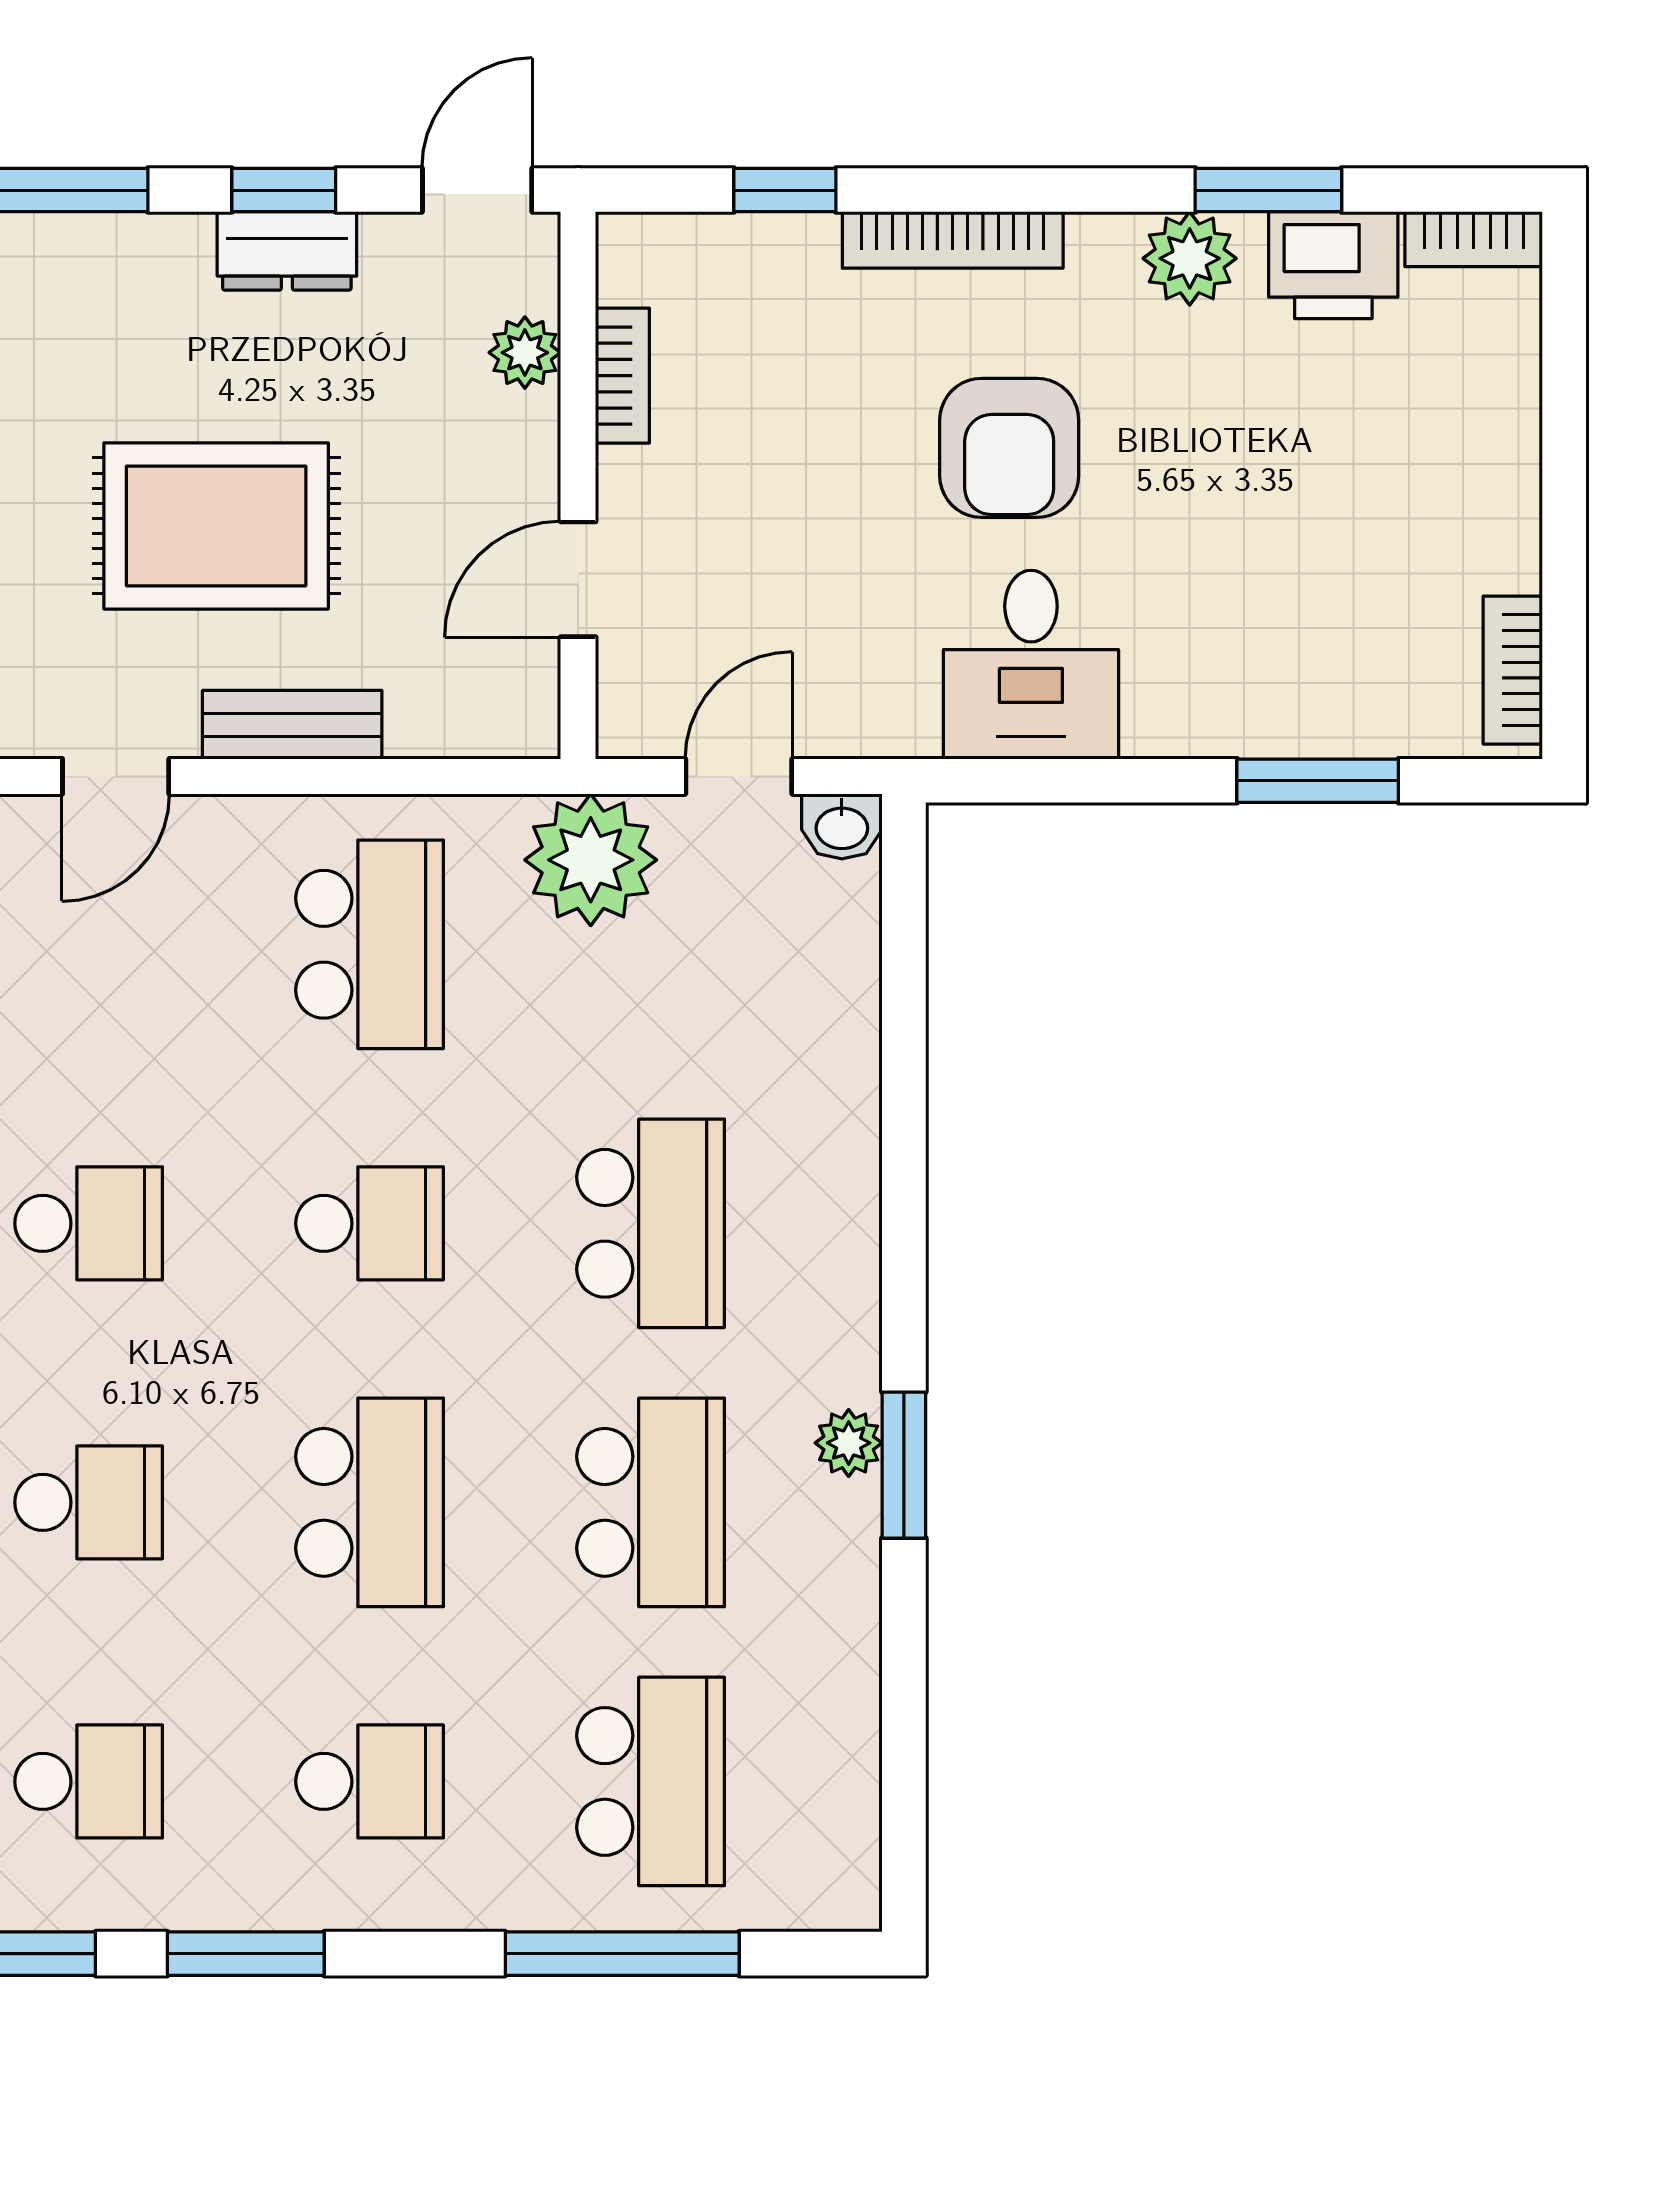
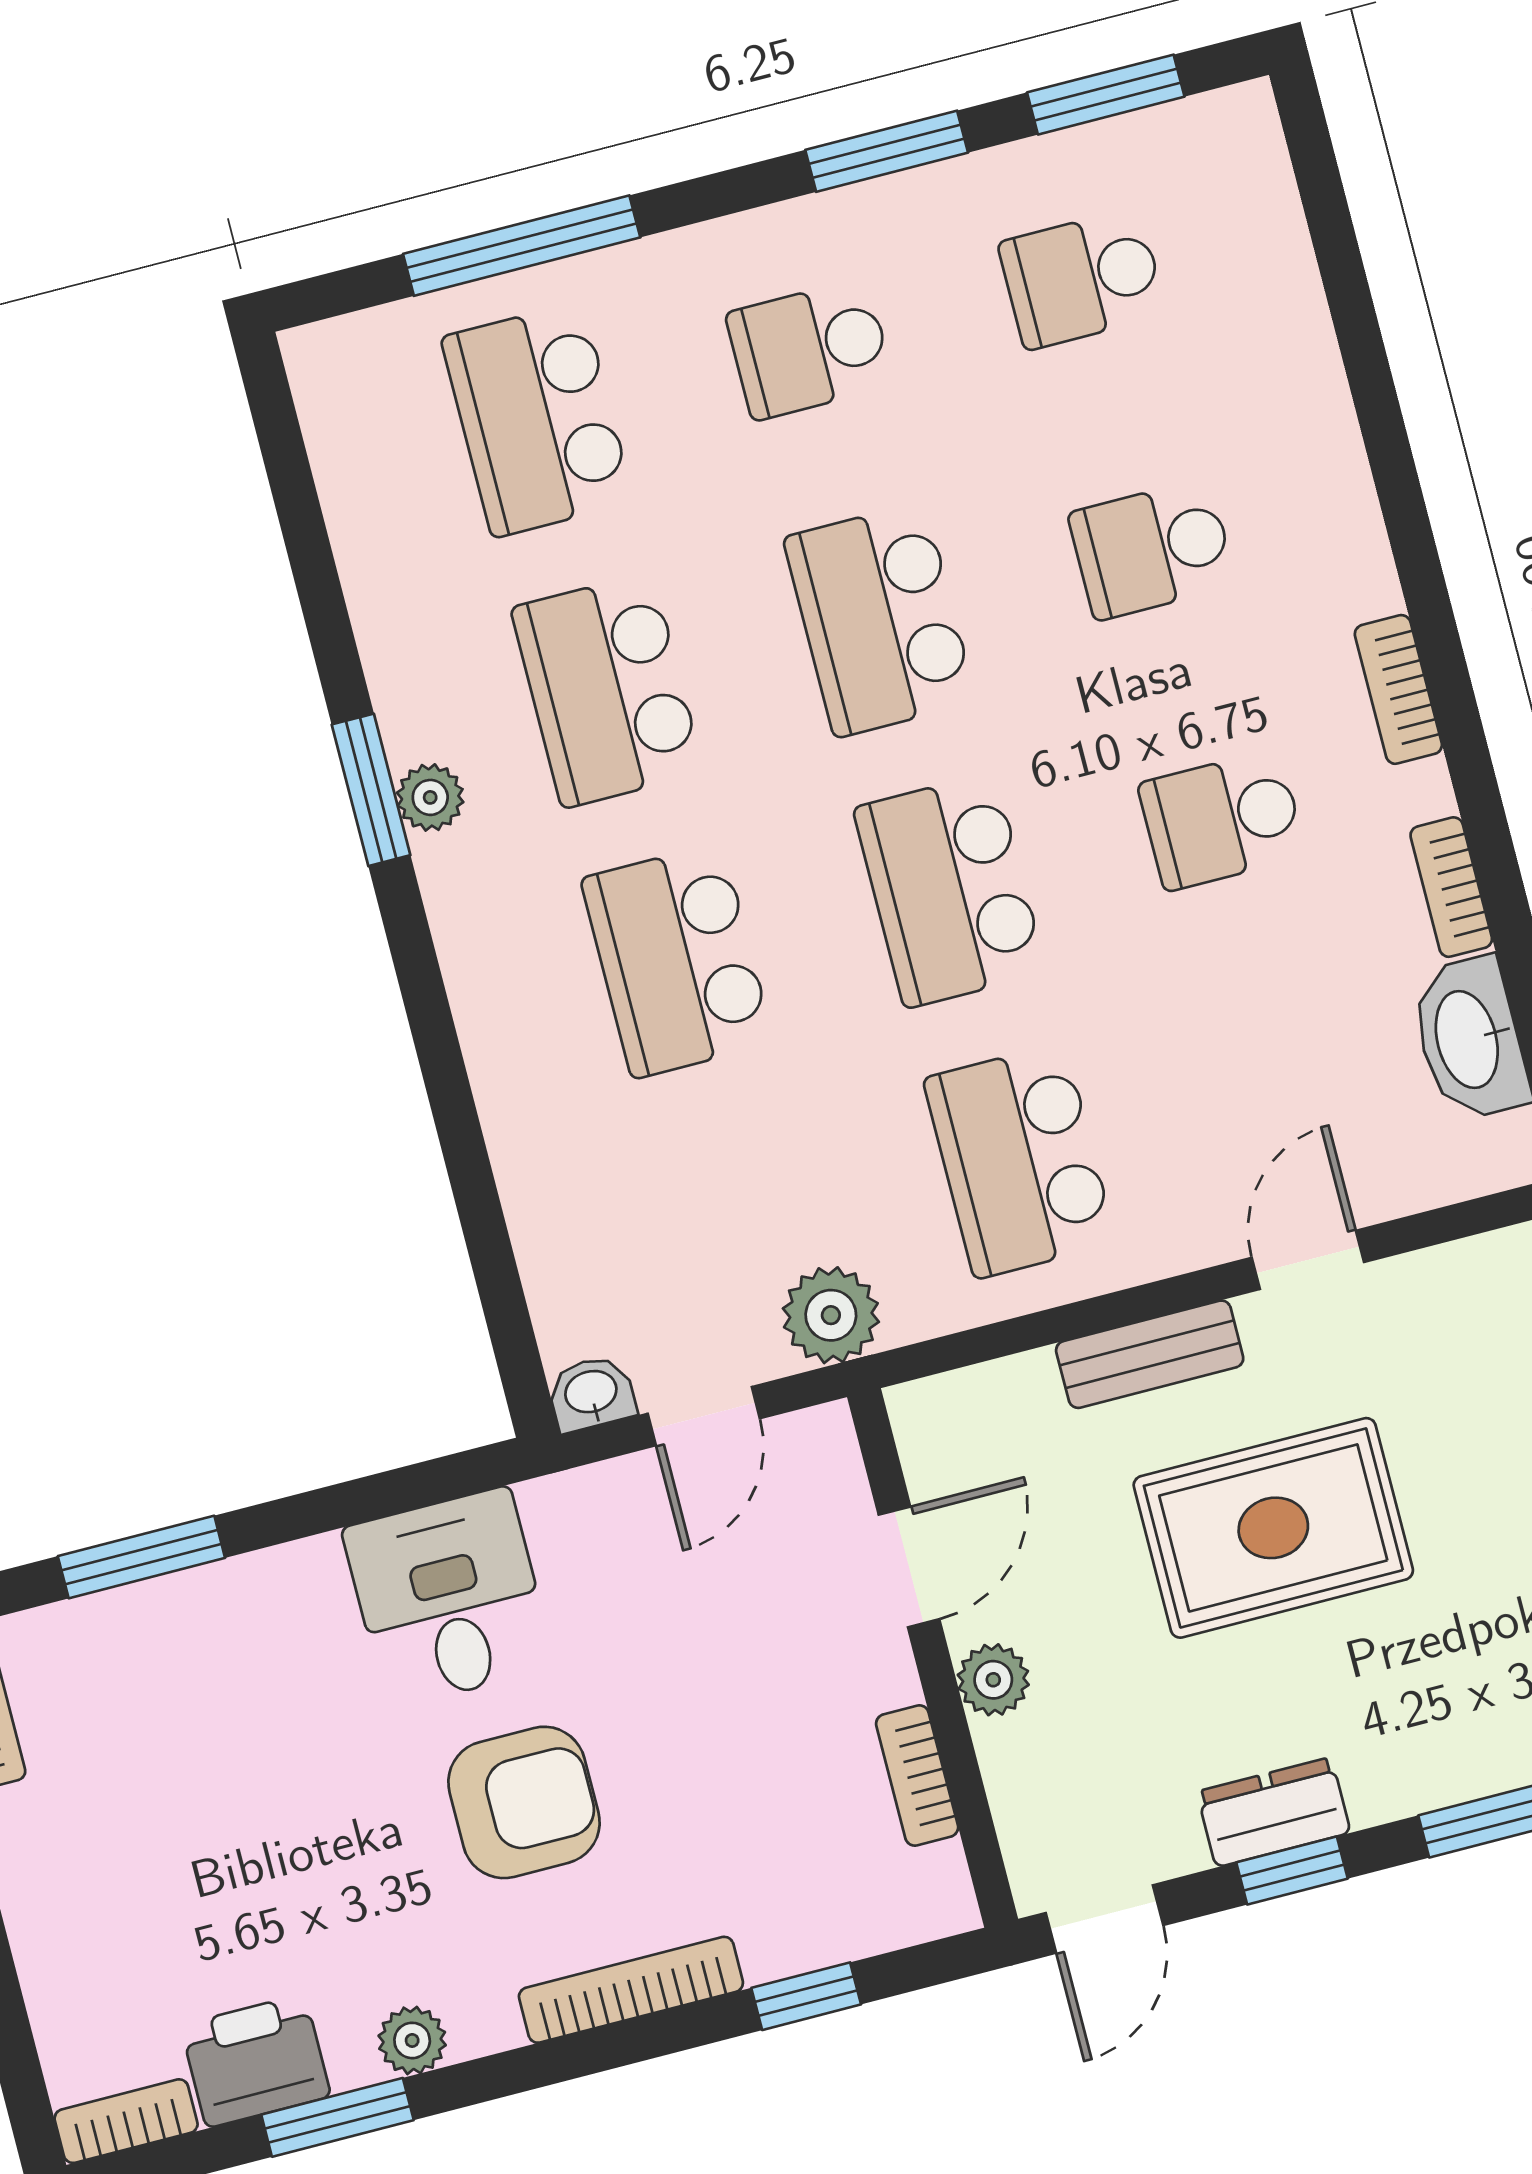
plant: (1190, 258) -> (412, 2040), width x0.73, depth x0.73
plant: (525, 353) -> (993, 1680), moved
armchair: (1009, 448) -> (524, 1802), turned 90
plant: (591, 860) -> (831, 1315), width x0.73, depth x0.73
school desk: (370, 1223) -> (950, 890), width x1.85

